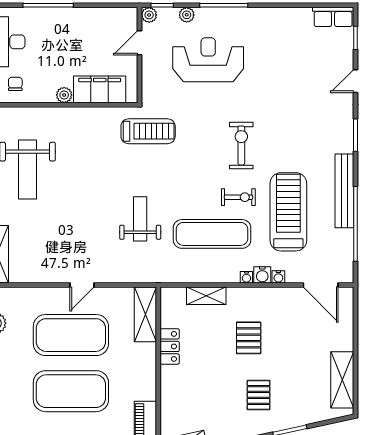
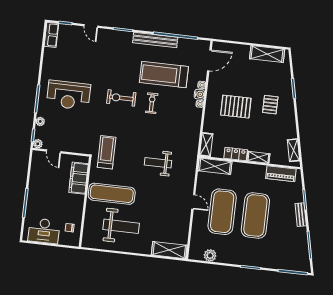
reception desk: (208, 60) -> (68, 95), moved, turned -90
plant: (64, 95) -> (79, 200), removed
exercise mat: (212, 234) -> (112, 194), moved, turned 90
shelving: (206, 296) -> (206, 145), moved
pallet: (249, 338) -> (236, 107), width x1.50, depth x1.42
shelving: (168, 385) -> (258, 157), added
pallet: (259, 395) -> (270, 105), turned 90

